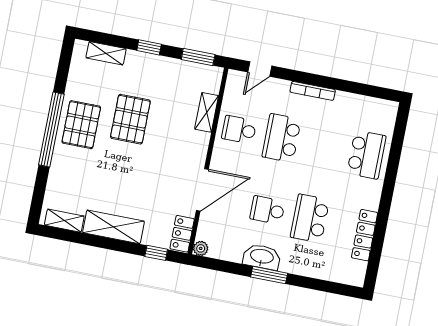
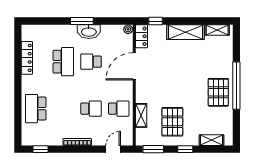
window: (371, 91) -> (41, 149), added
pallet: (130, 119) -> (172, 122), moved
school desk: (282, 138) -> (91, 109), width x0.54
school desk: (267, 210) -> (91, 62), turned 180

